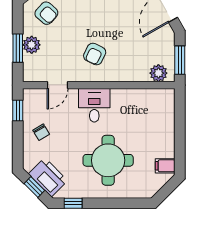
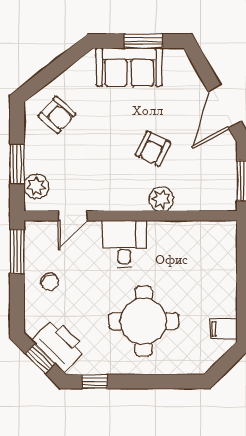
plant: (32, 45) -> (36, 186), moved
armchair: (95, 54) -> (153, 149), moved
plant: (158, 73) -> (161, 199), moved
window: (18, 111) -> (17, 251), width x1.50

